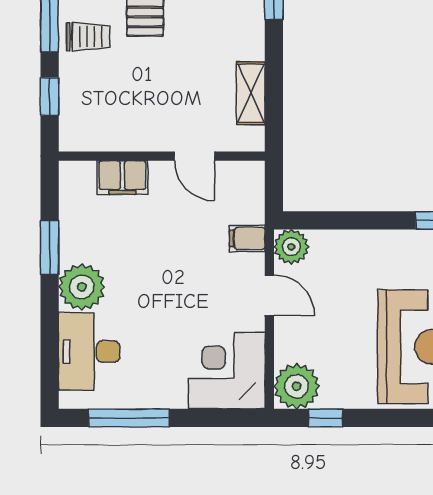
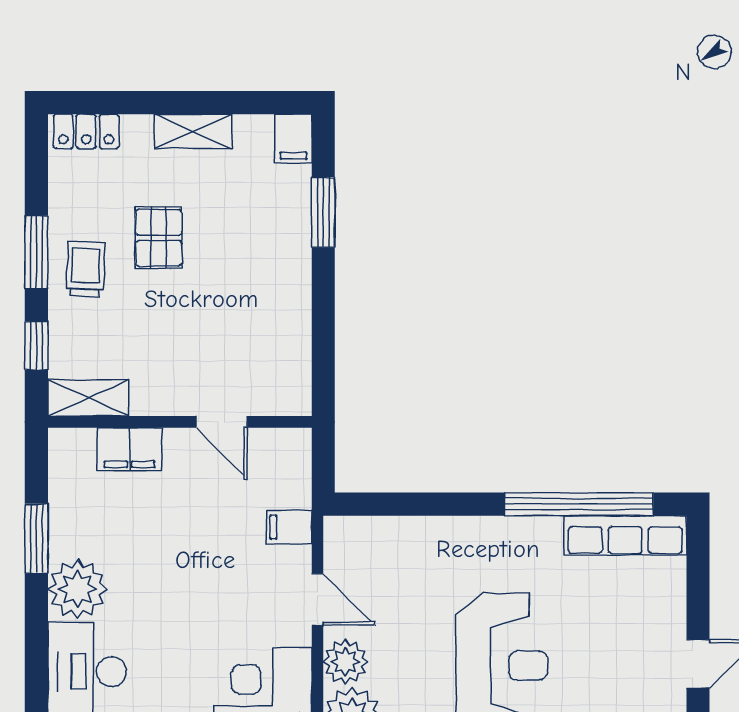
trolley: (88, 37) -> (86, 269), turned -88
shelving: (251, 93) -> (88, 398), moved, turned 90
plant: (291, 247) -> (345, 662), moved

